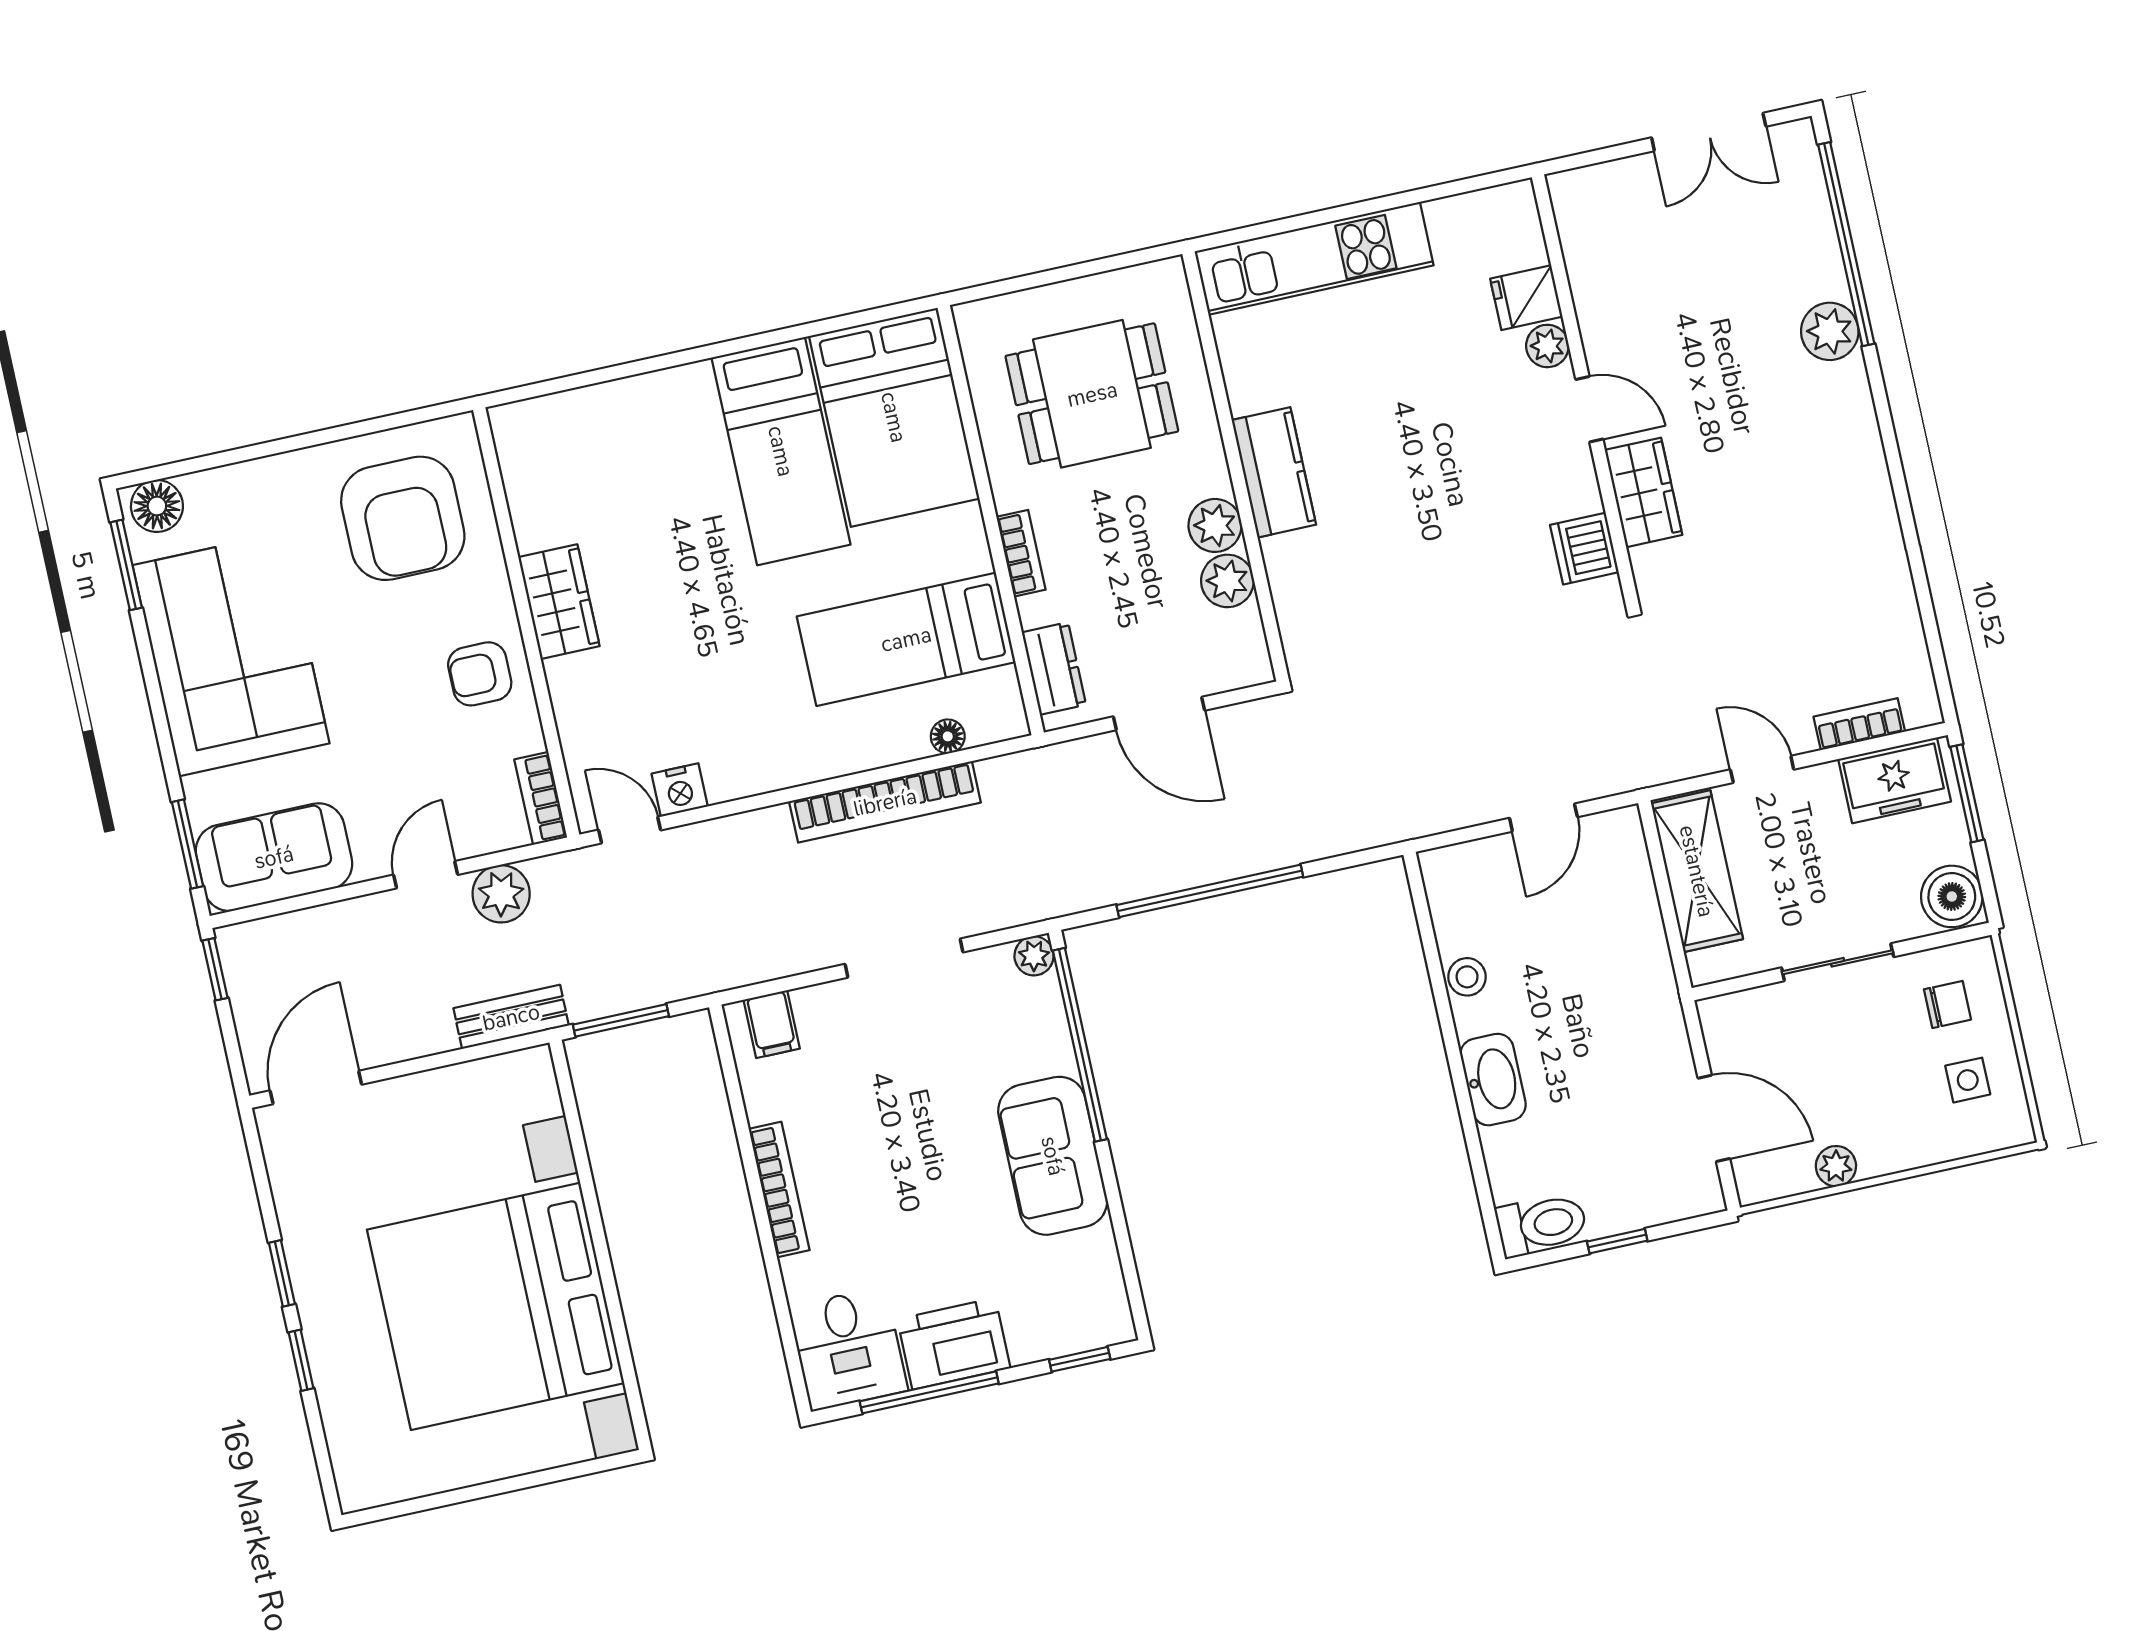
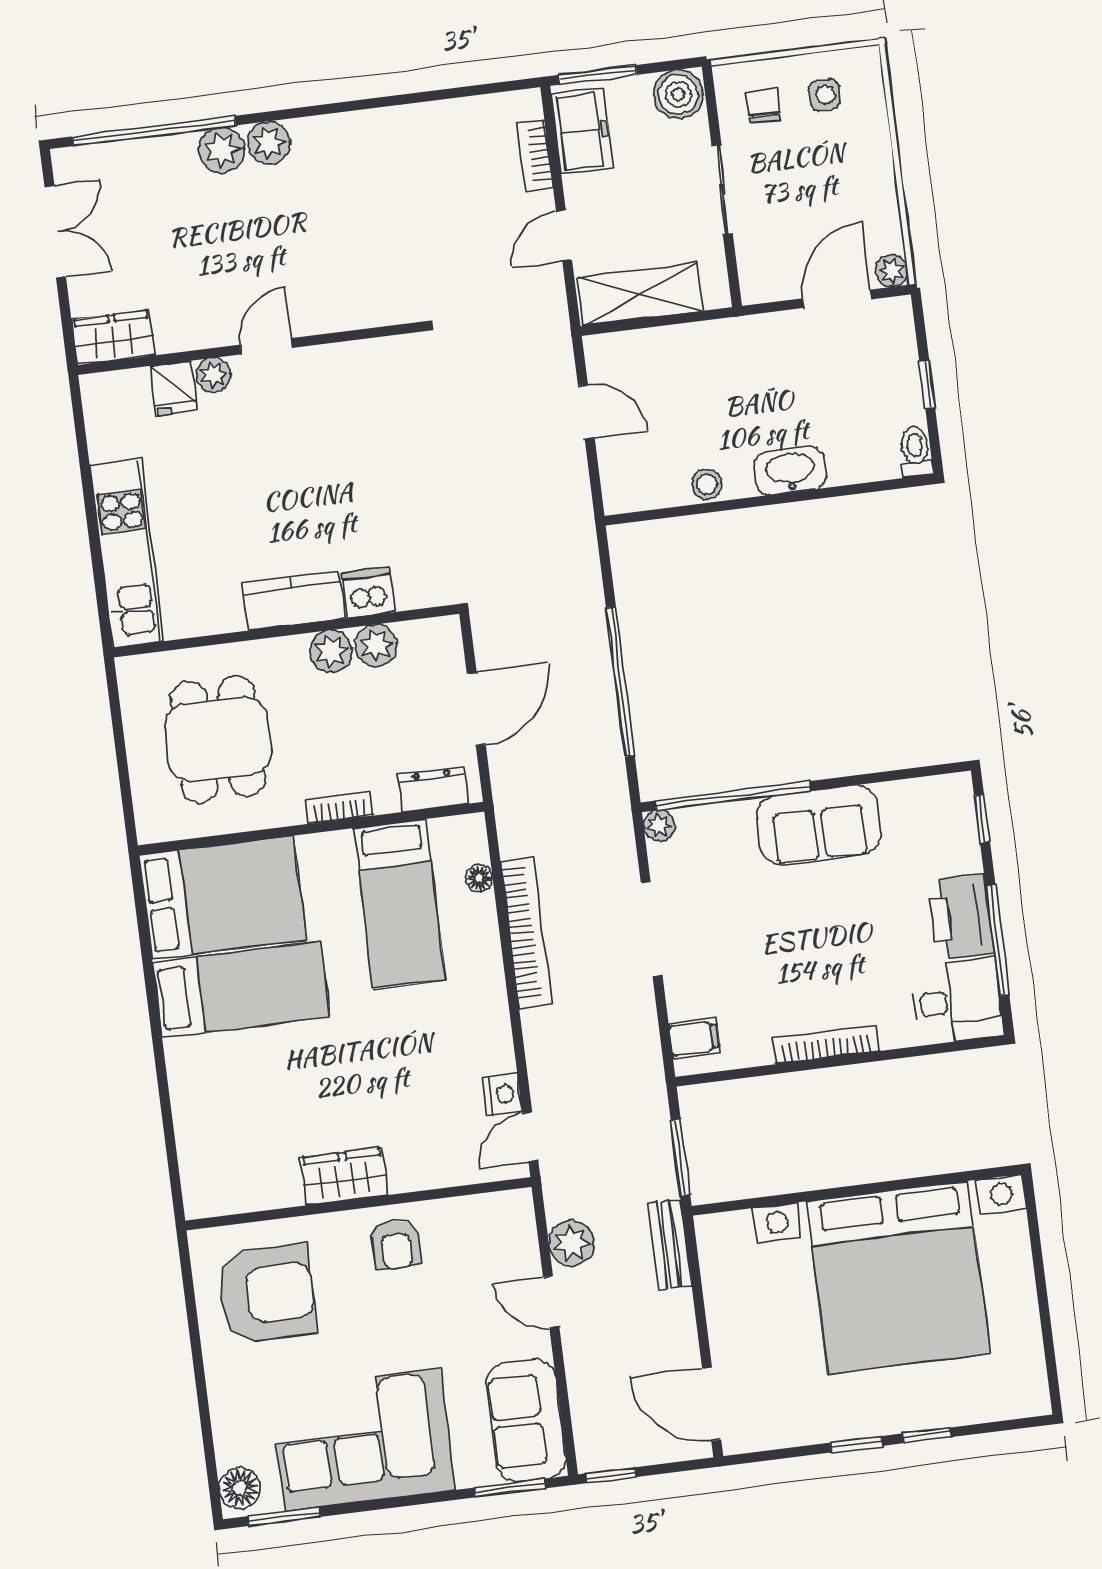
plant: (1844, 389) -> (269, 143), added
wardrobe: (1643, 492) -> (113, 338), moved
dishwasher: (1584, 549) -> (368, 593), moved, turned 180
bookcase: (541, 798) -> (499, 1205), removed
plant: (1836, 1166) -> (892, 271), moved
toilet: (1542, 1225) -> (915, 452), width x0.73, depth x0.72

